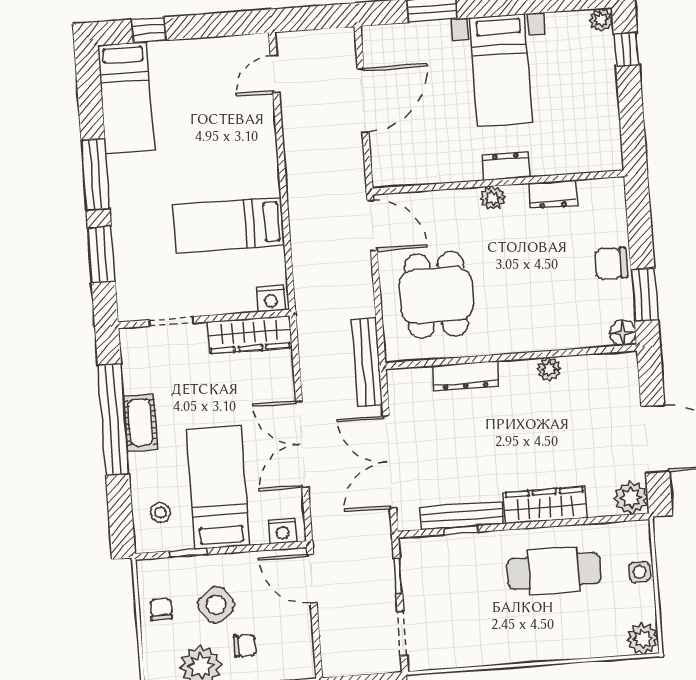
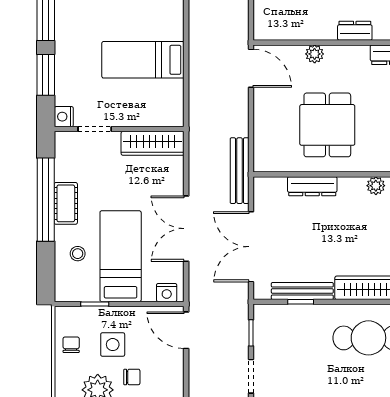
plant: (493, 198) -> (315, 54), moved
dining table: (436, 295) -> (327, 125), moved
nightstand: (271, 299) -> (64, 117), moved, turned 90
stool: (161, 513) -> (78, 254), moved
side table: (216, 605) -> (113, 345), turned 36

